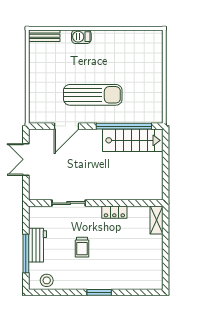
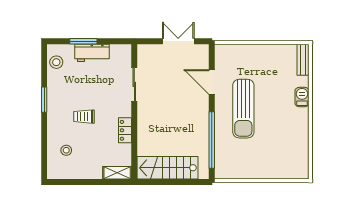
stairs: (133, 140) -> (167, 168), moved, turned 90
trolley: (82, 247) -> (84, 117), moved
window: (26, 254) -> (83, 41), width x0.69
stool: (134, 271) -> (66, 150), added
window: (99, 292) -> (44, 100), moved

